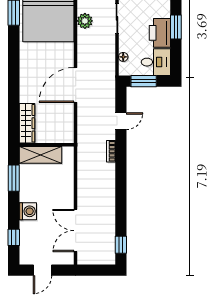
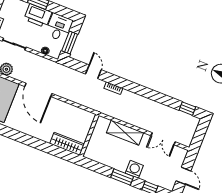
door: (76, 85) -> (38, 90), moved
shelving: (40, 155) -> (125, 133), moved, turned 90
window: (14, 178) -> (122, 177), moved
double door: (76, 231) -> (163, 139), width x0.73

